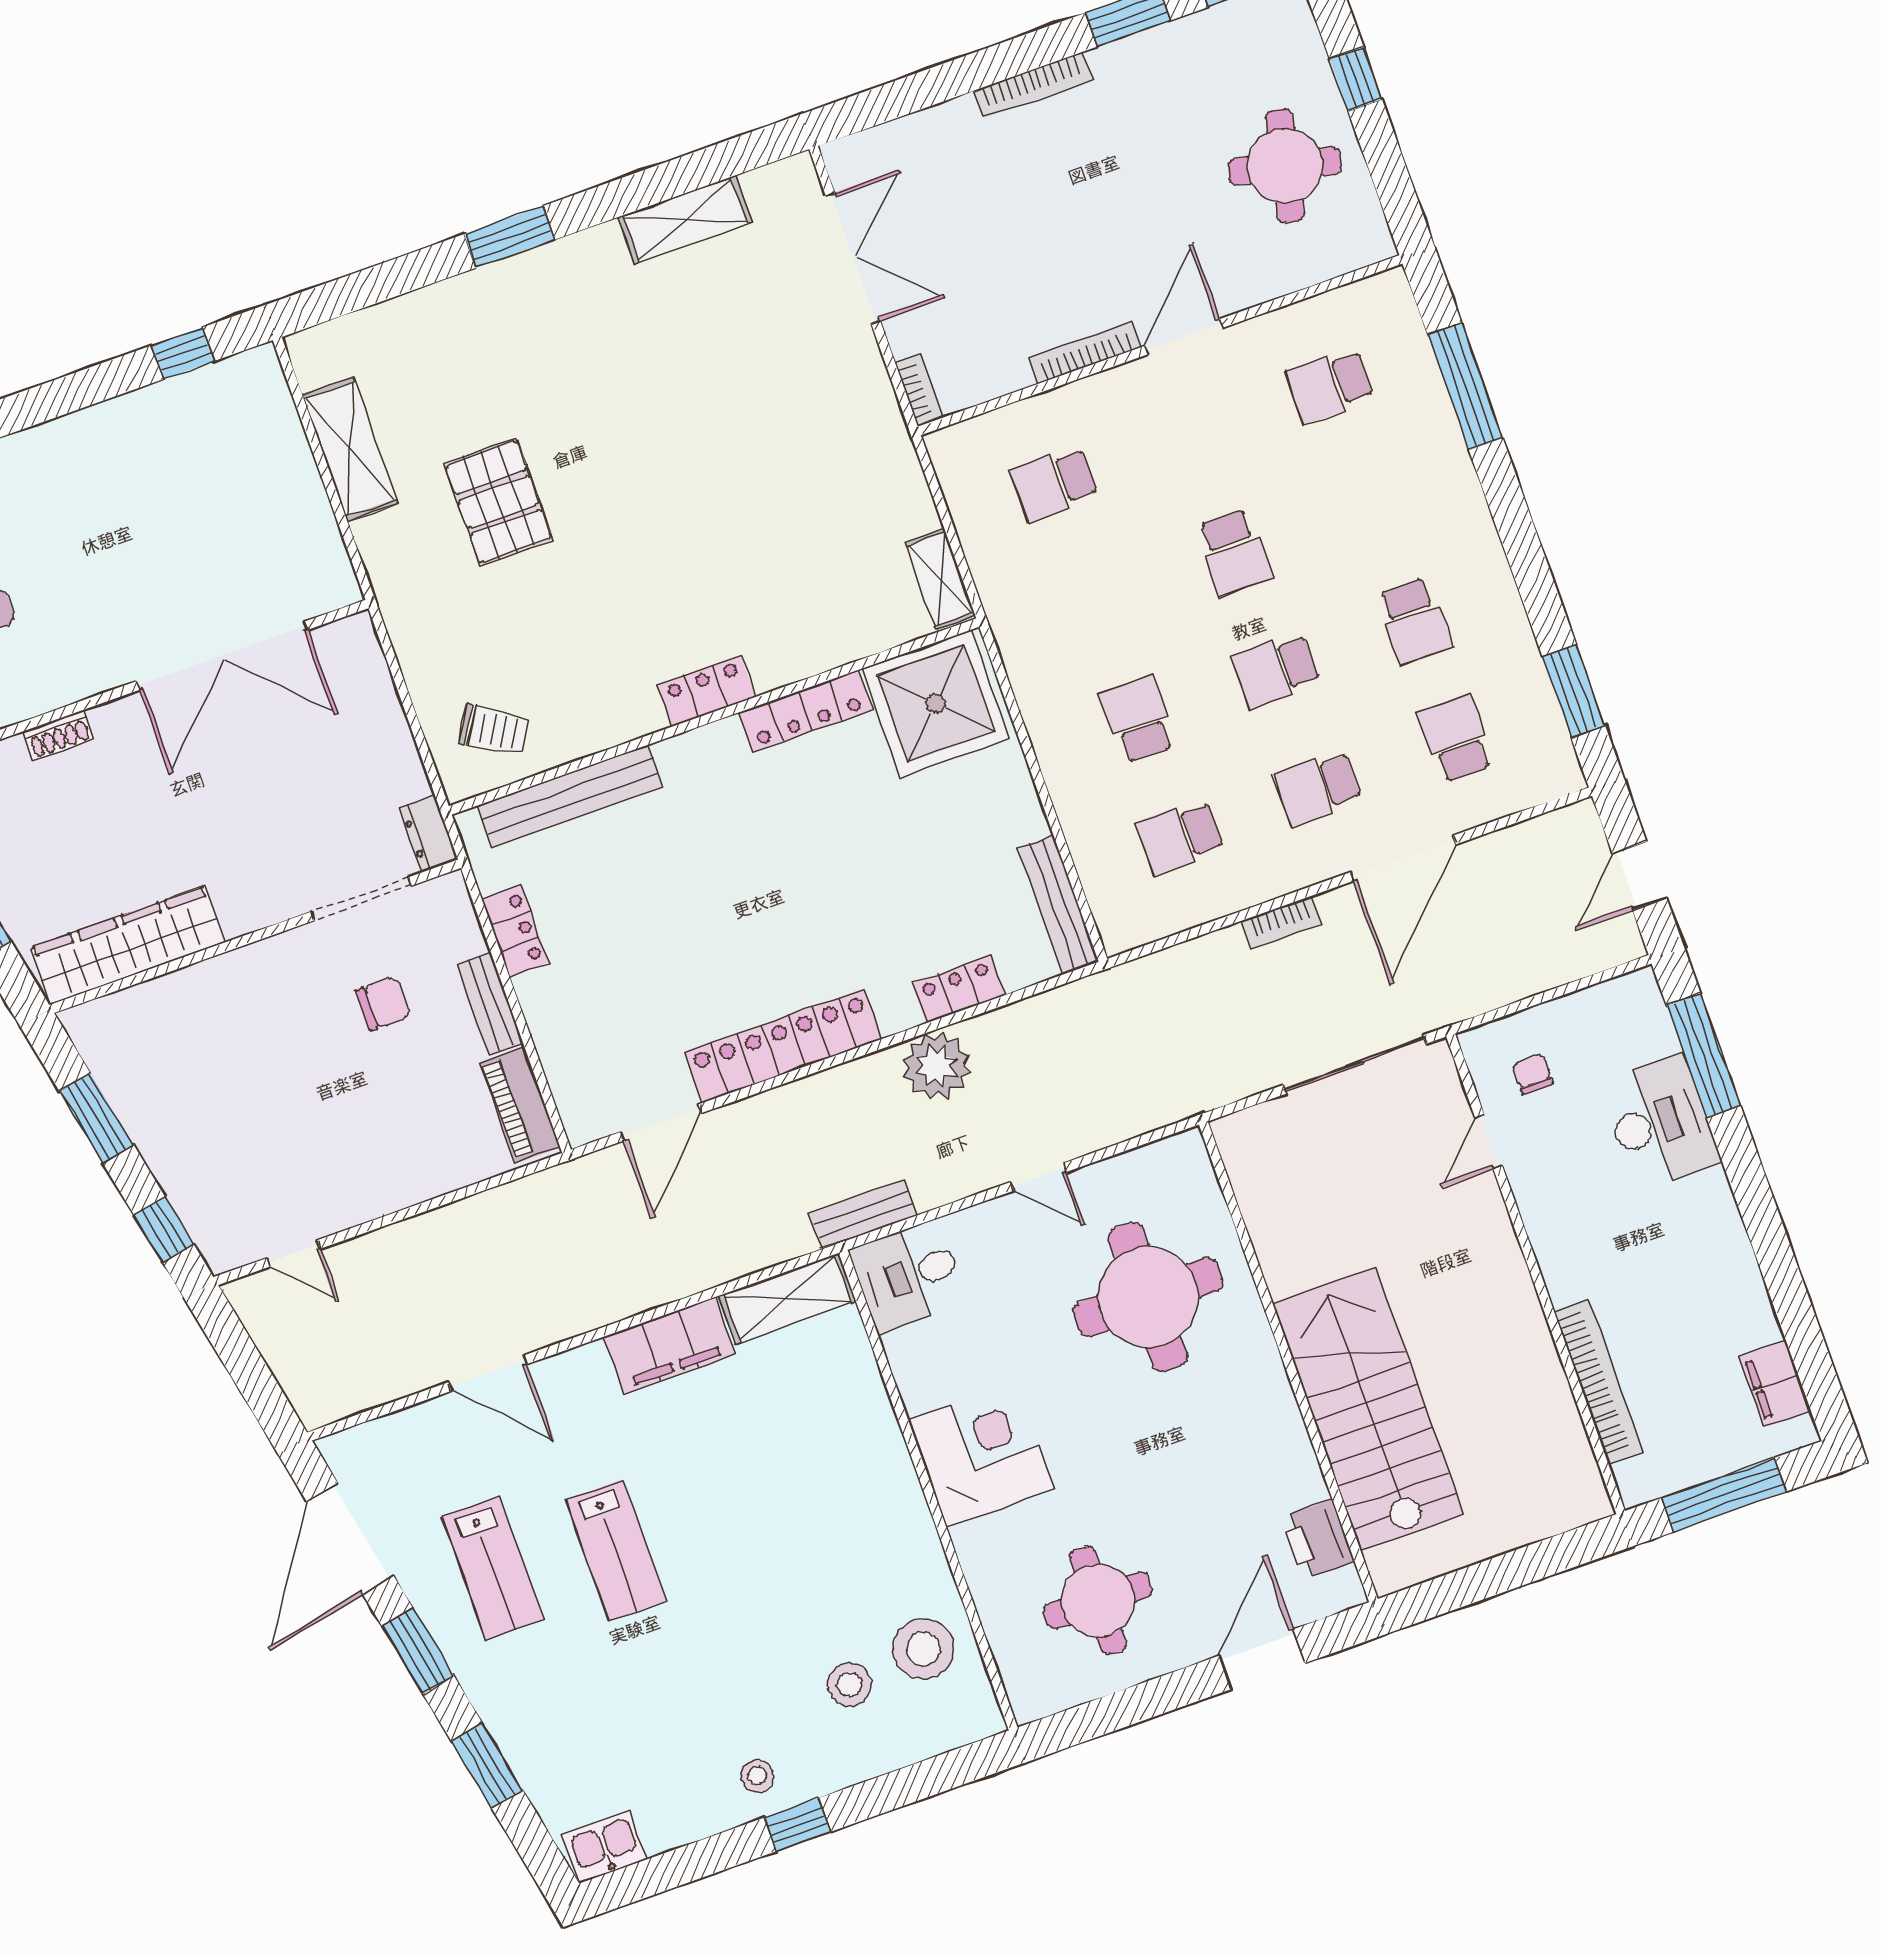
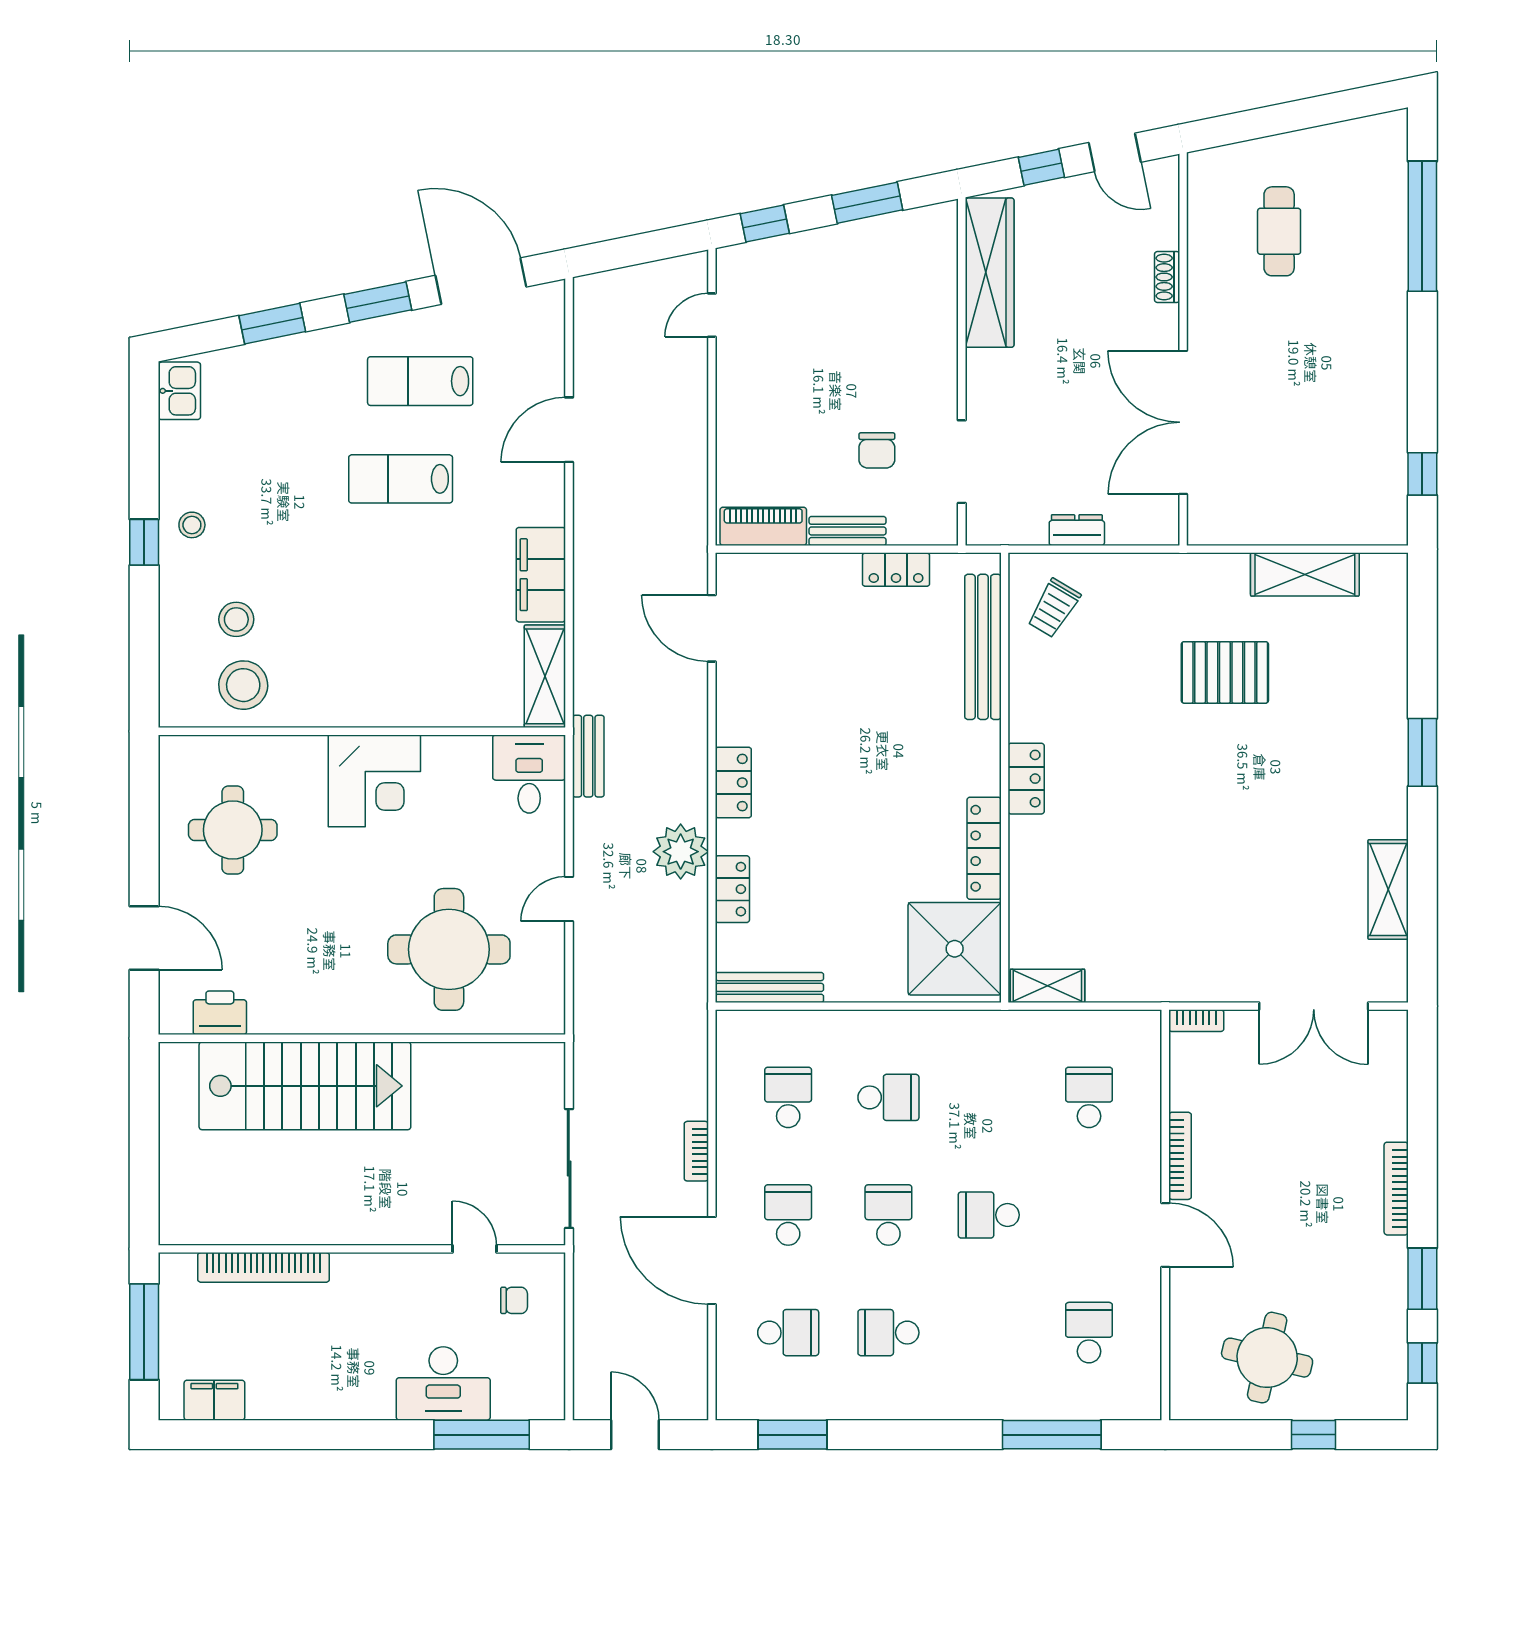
dresser: (428, 834) -> (1077, 530), moved
locker: (783, 1046) -> (733, 782), width x0.46, depth x0.83

